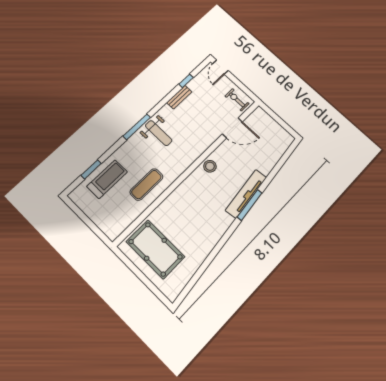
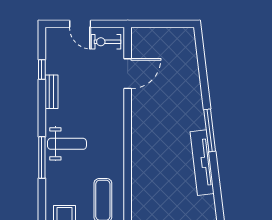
door: (220, 67) -> (80, 24), moved
stool: (210, 166) -> (142, 129), removed
tv unit: (246, 194) -> (202, 163), moved

